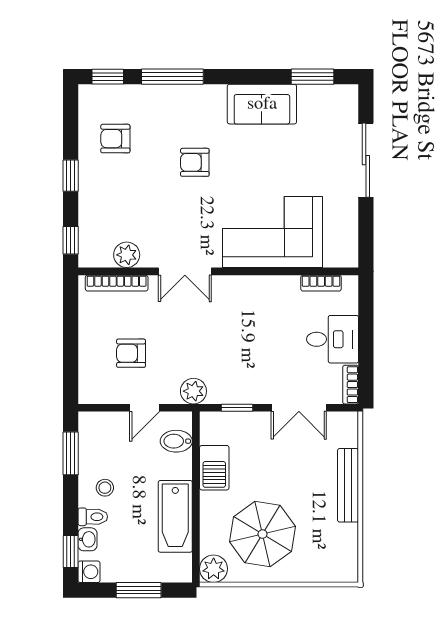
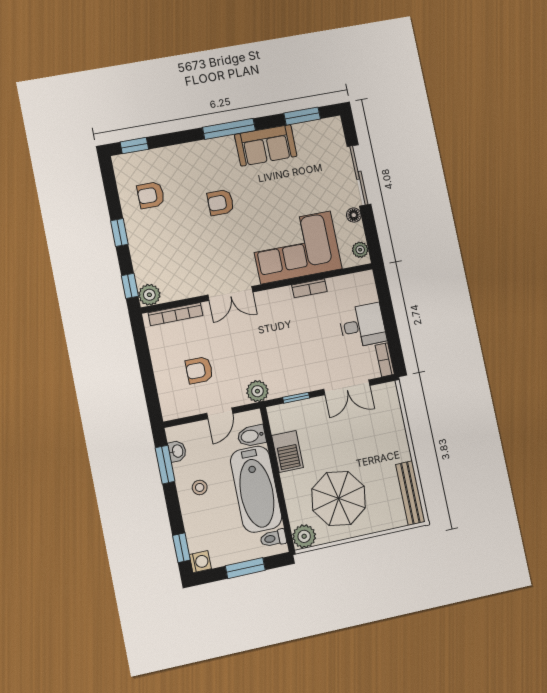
window: (172, 77) -> (229, 129), moved
floor lamp: (350, 207) -> (354, 215), added
plant: (349, 249) -> (360, 250), added
plant: (127, 255) -> (149, 295), moved
bookcase: (321, 283) -> (309, 288), moved
bench: (348, 485) -> (410, 493), moved
bathtub: (175, 516) -> (256, 489), width x1.36, depth x1.36
toilet: (93, 517) -> (273, 538), moved, turned 180
washbasin: (87, 539) -> (177, 451), moved

